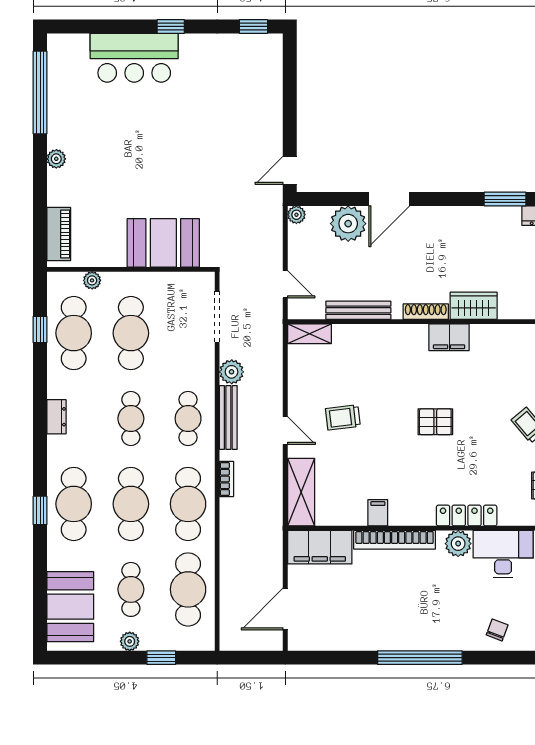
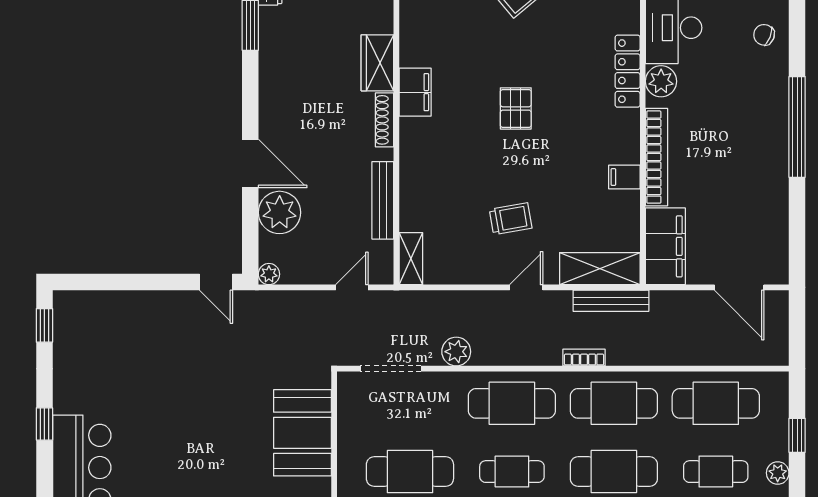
bench: (228, 417) -> (611, 301), moved
trolley: (343, 417) -> (511, 219), turned -93
cafe table: (188, 419) -> (512, 403), width x1.37, depth x1.35

